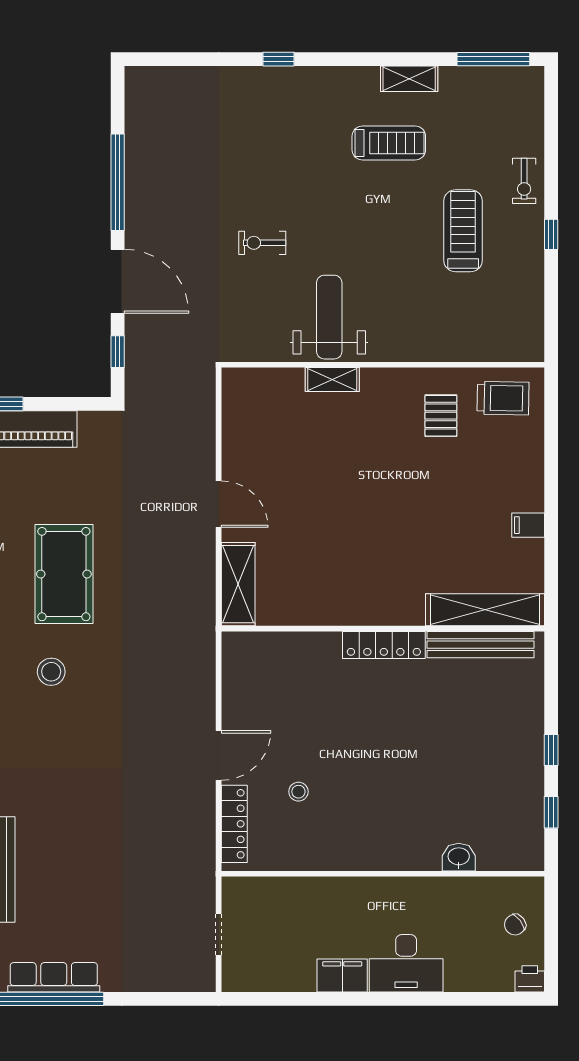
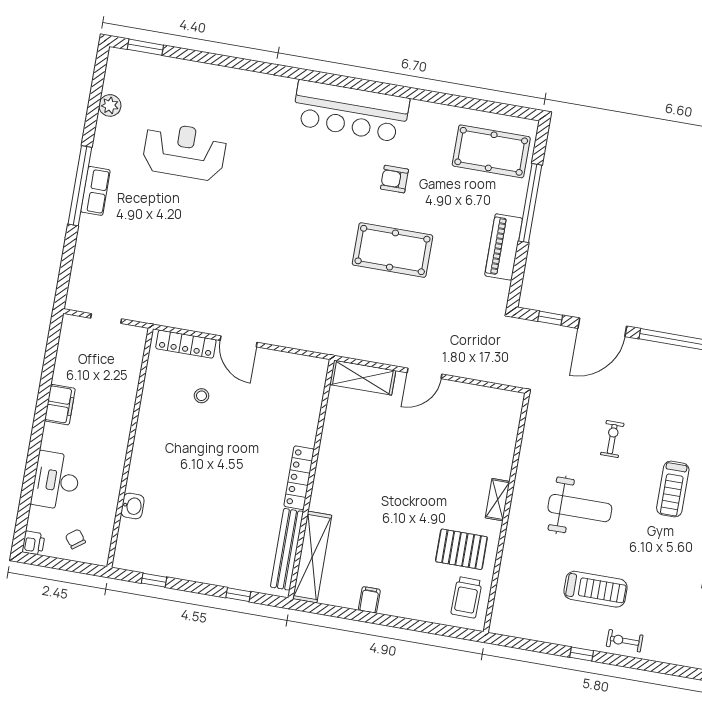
treadmill: (389, 143) -> (673, 489), moved
weight bench: (329, 317) -> (580, 508), moved
shelving: (332, 380) -> (498, 500), moved
pallet: (441, 416) -> (461, 549), width x1.50, depth x1.42
stool: (51, 672) -> (322, 228), removed
window: (551, 750) -> (238, 595), moved
desk: (406, 963) -> (56, 481), moved
row of seats: (54, 977) -> (95, 191), width x0.68

